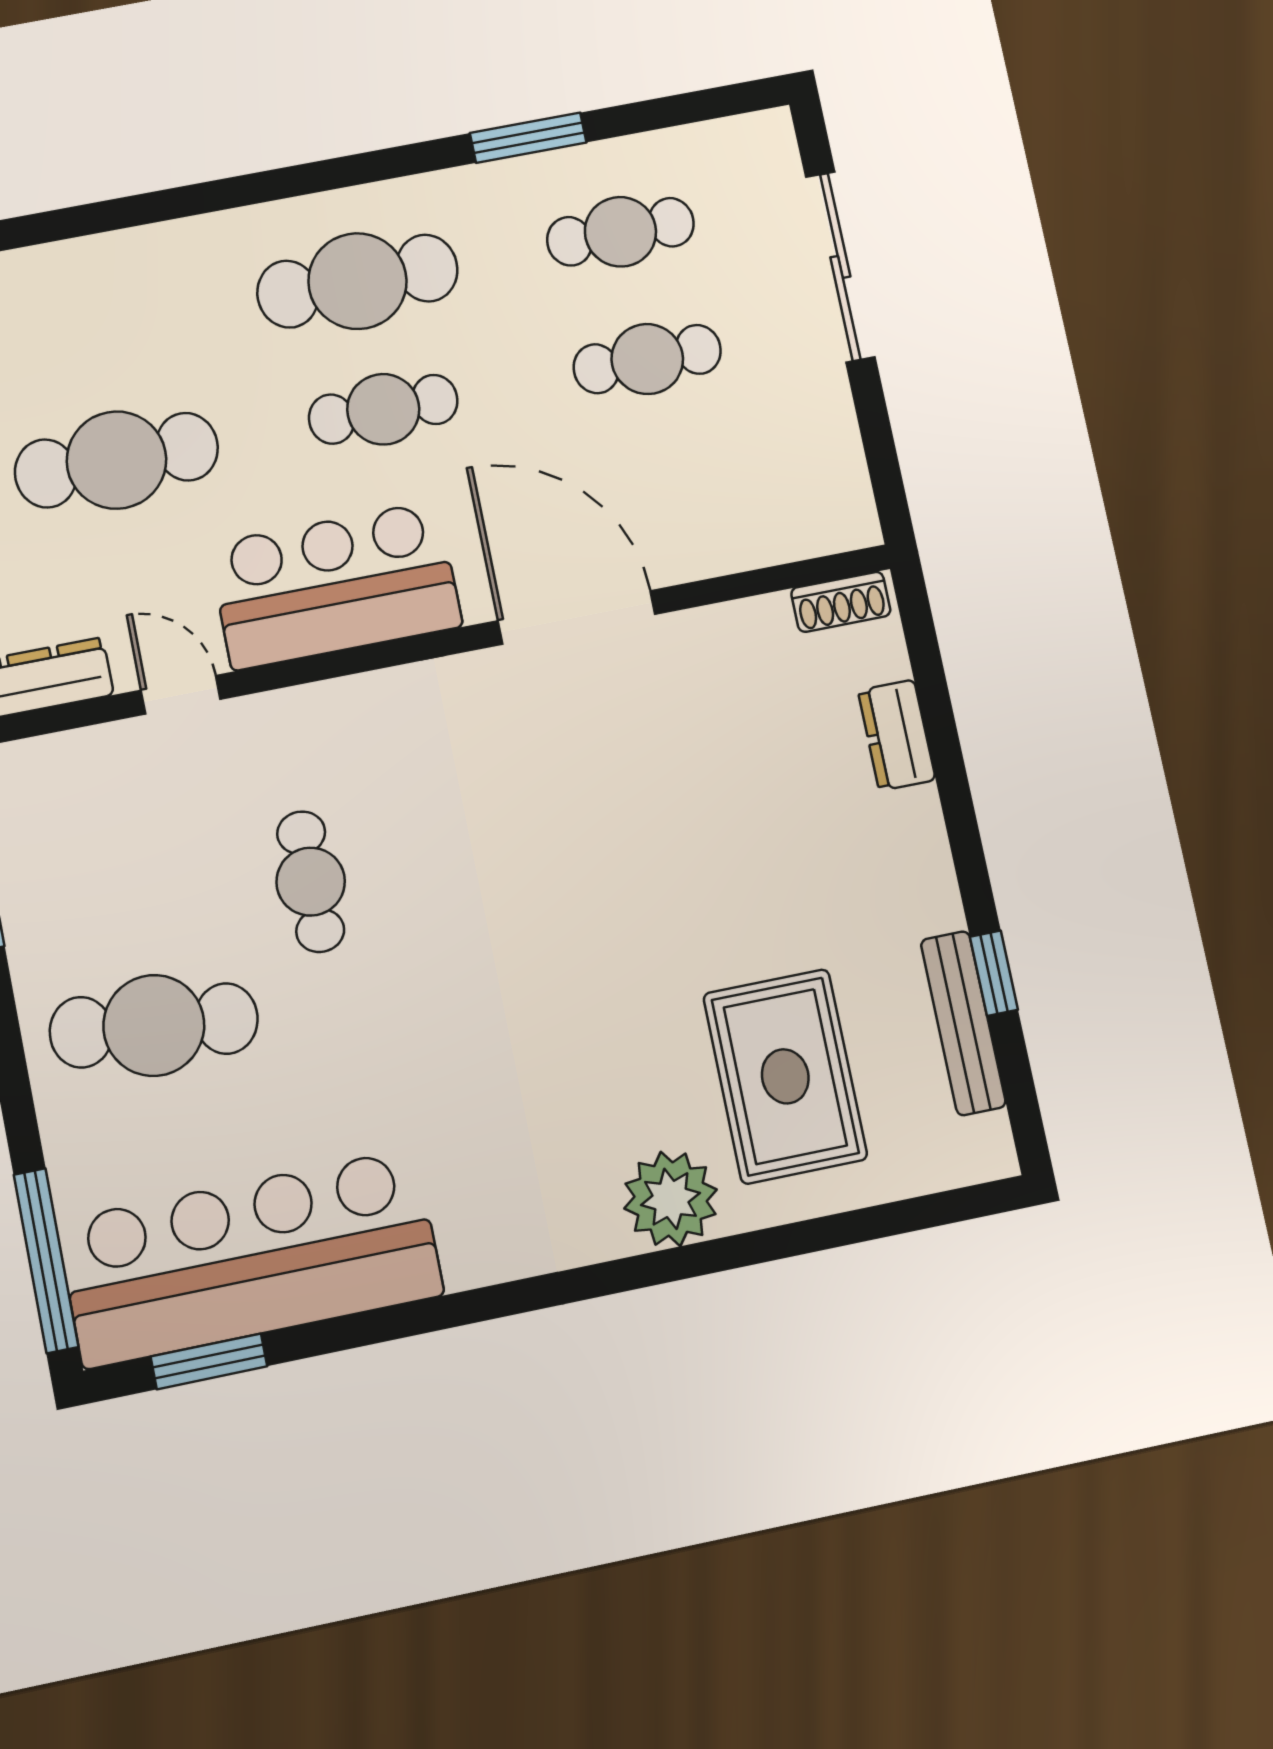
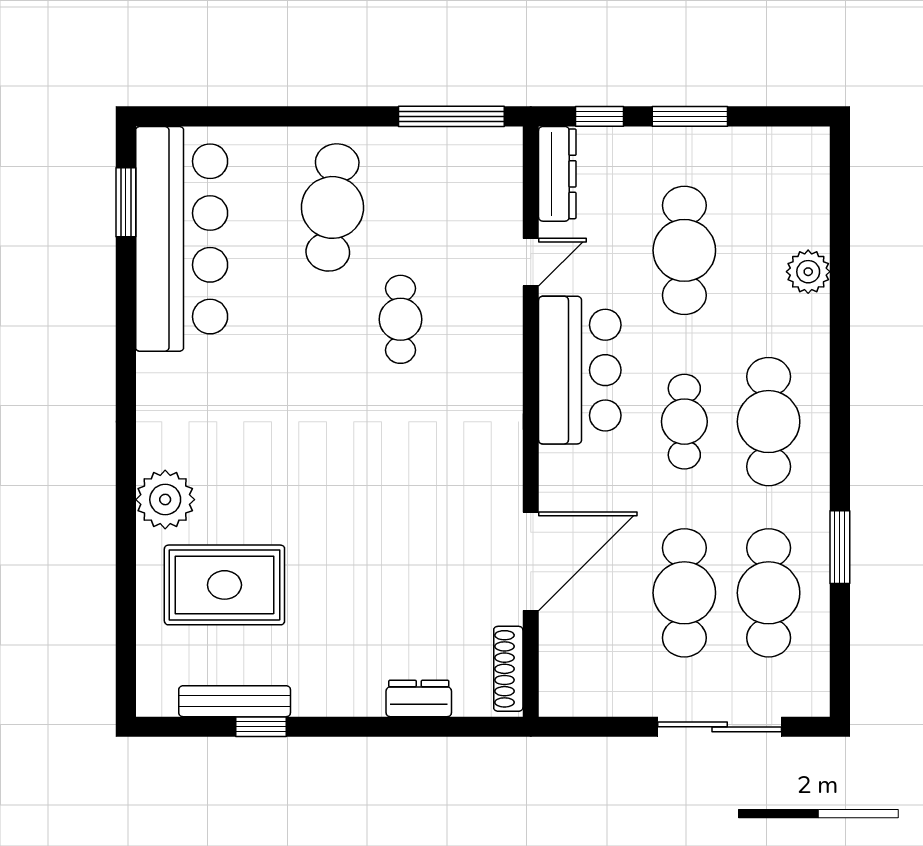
cafe table: (620, 232) -> (769, 593), width x1.37, depth x1.35
plant: (113, 264) -> (808, 272), added
cafe table: (647, 359) -> (684, 593), width x1.37, depth x1.35
shoe rack: (841, 602) -> (508, 669), width x1.43
door: (577, 617) -> (531, 561), moved
cafe table: (311, 882) -> (401, 319), turned 90
window: (46, 1261) -> (205, 116), removed

